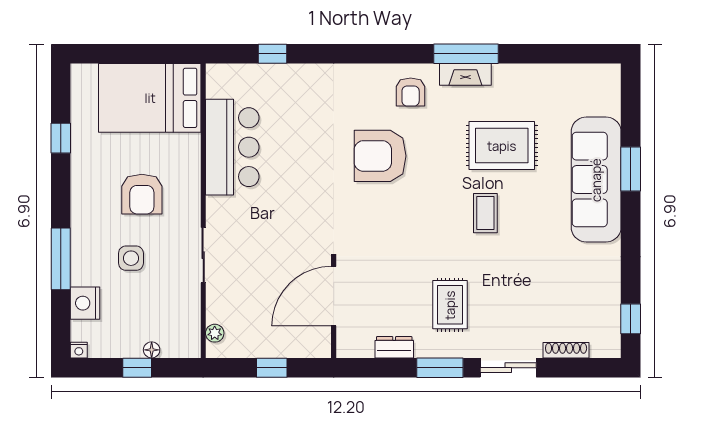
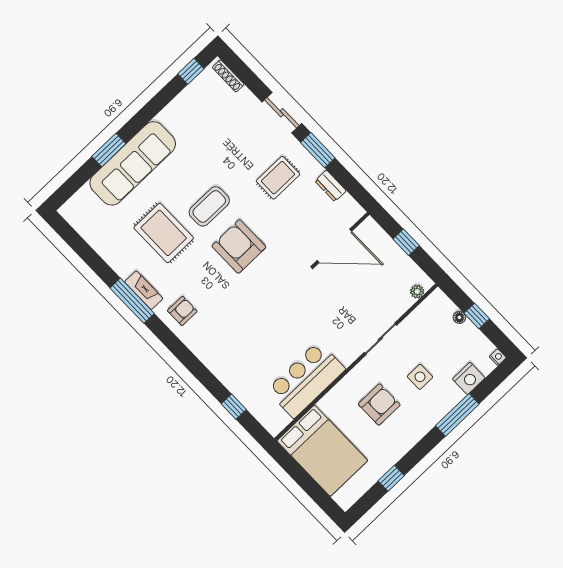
armchair: (380, 156) -> (239, 246), moved, turned 180
coffee table: (485, 213) -> (209, 206), width x1.36, depth x1.30
shoe rack: (566, 350) -> (228, 76), moved

